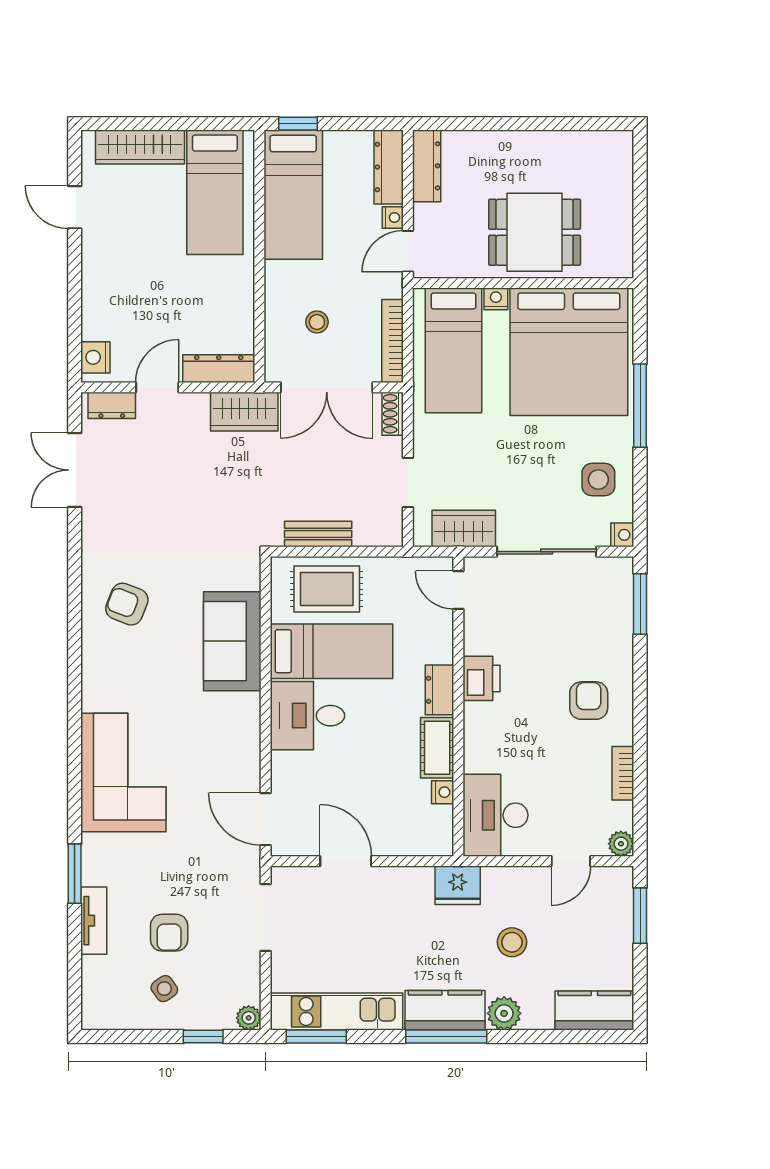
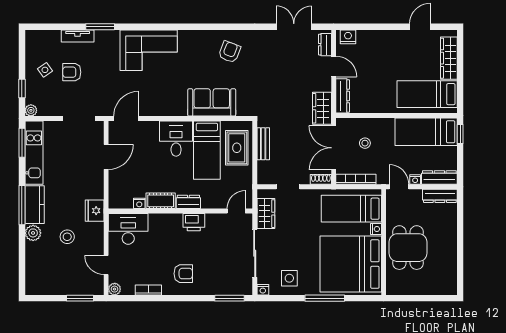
kitchen counter: (594, 1010) -> (34, 276), removed

